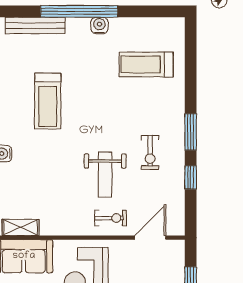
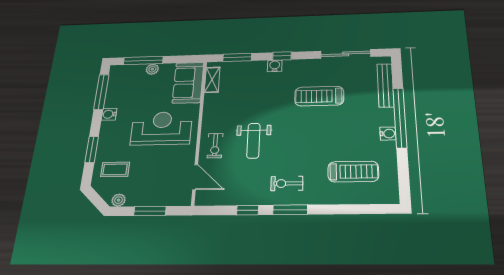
treadmill: (146, 64) -> (353, 172), turned 90
exercise bike: (150, 152) -> (287, 183), moved
weight bench: (105, 175) -> (253, 141), turned -90

